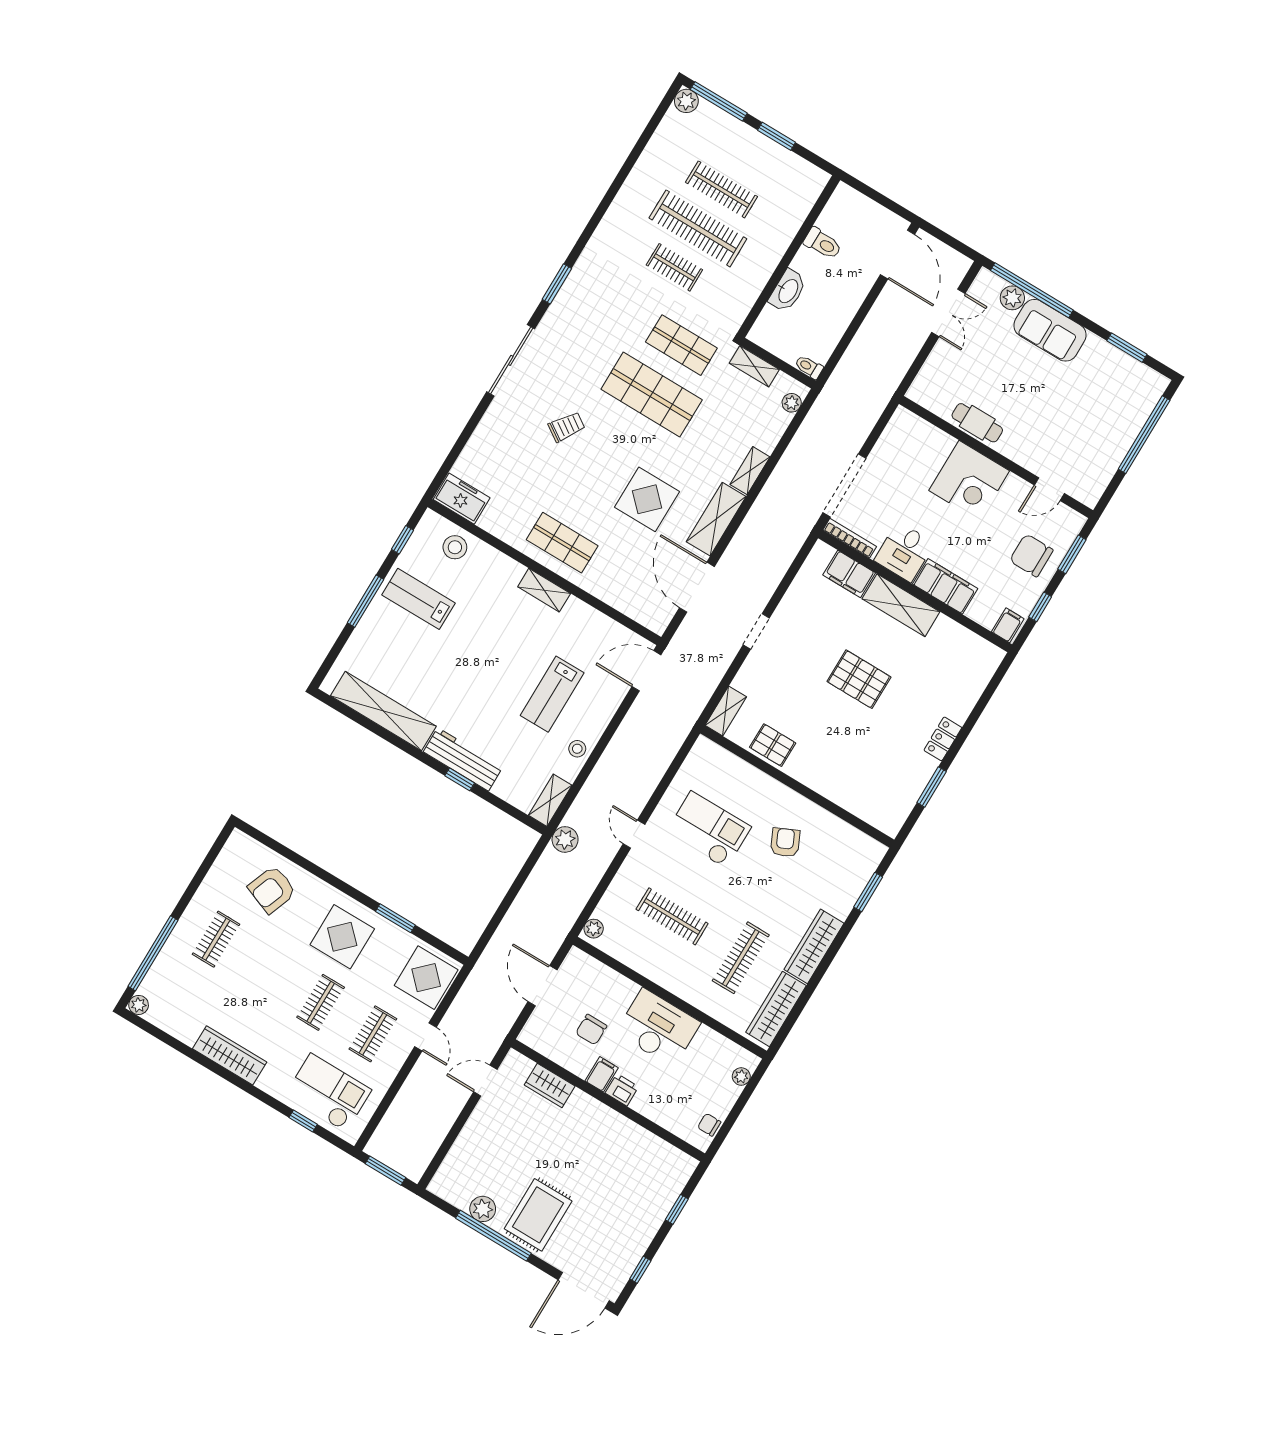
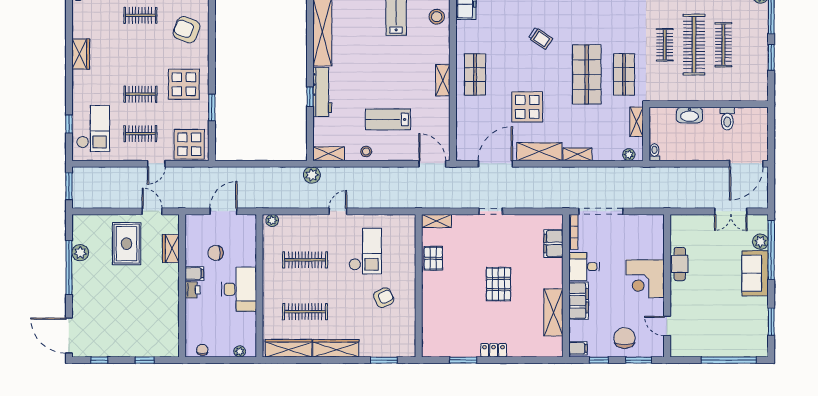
shelving: (901, 605) -> (553, 312), moved
clothes rail: (672, 916) -> (305, 260), turned 90
wardrobe: (230, 1055) -> (81, 54), width x0.67
rug: (538, 1215) -> (127, 244), moved, turned 90

